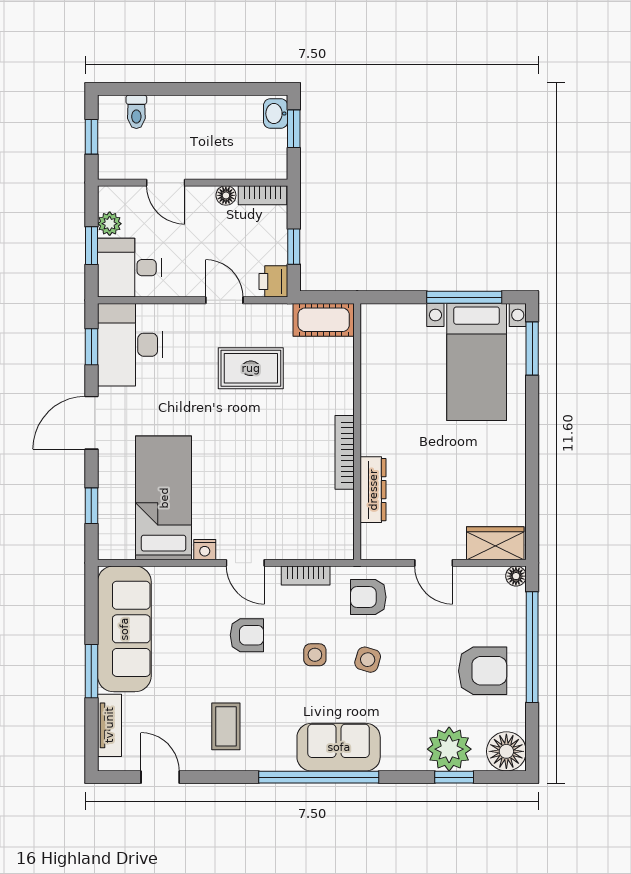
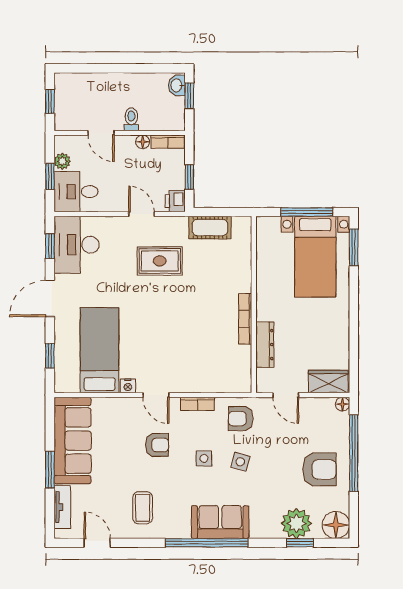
toilet: (136, 112) -> (131, 119), moved, turned 180
wall: (357, 432) -> (254, 305), moved
bookcase: (345, 452) -> (245, 319), moved
dresser: (373, 490) -> (265, 345), moved

